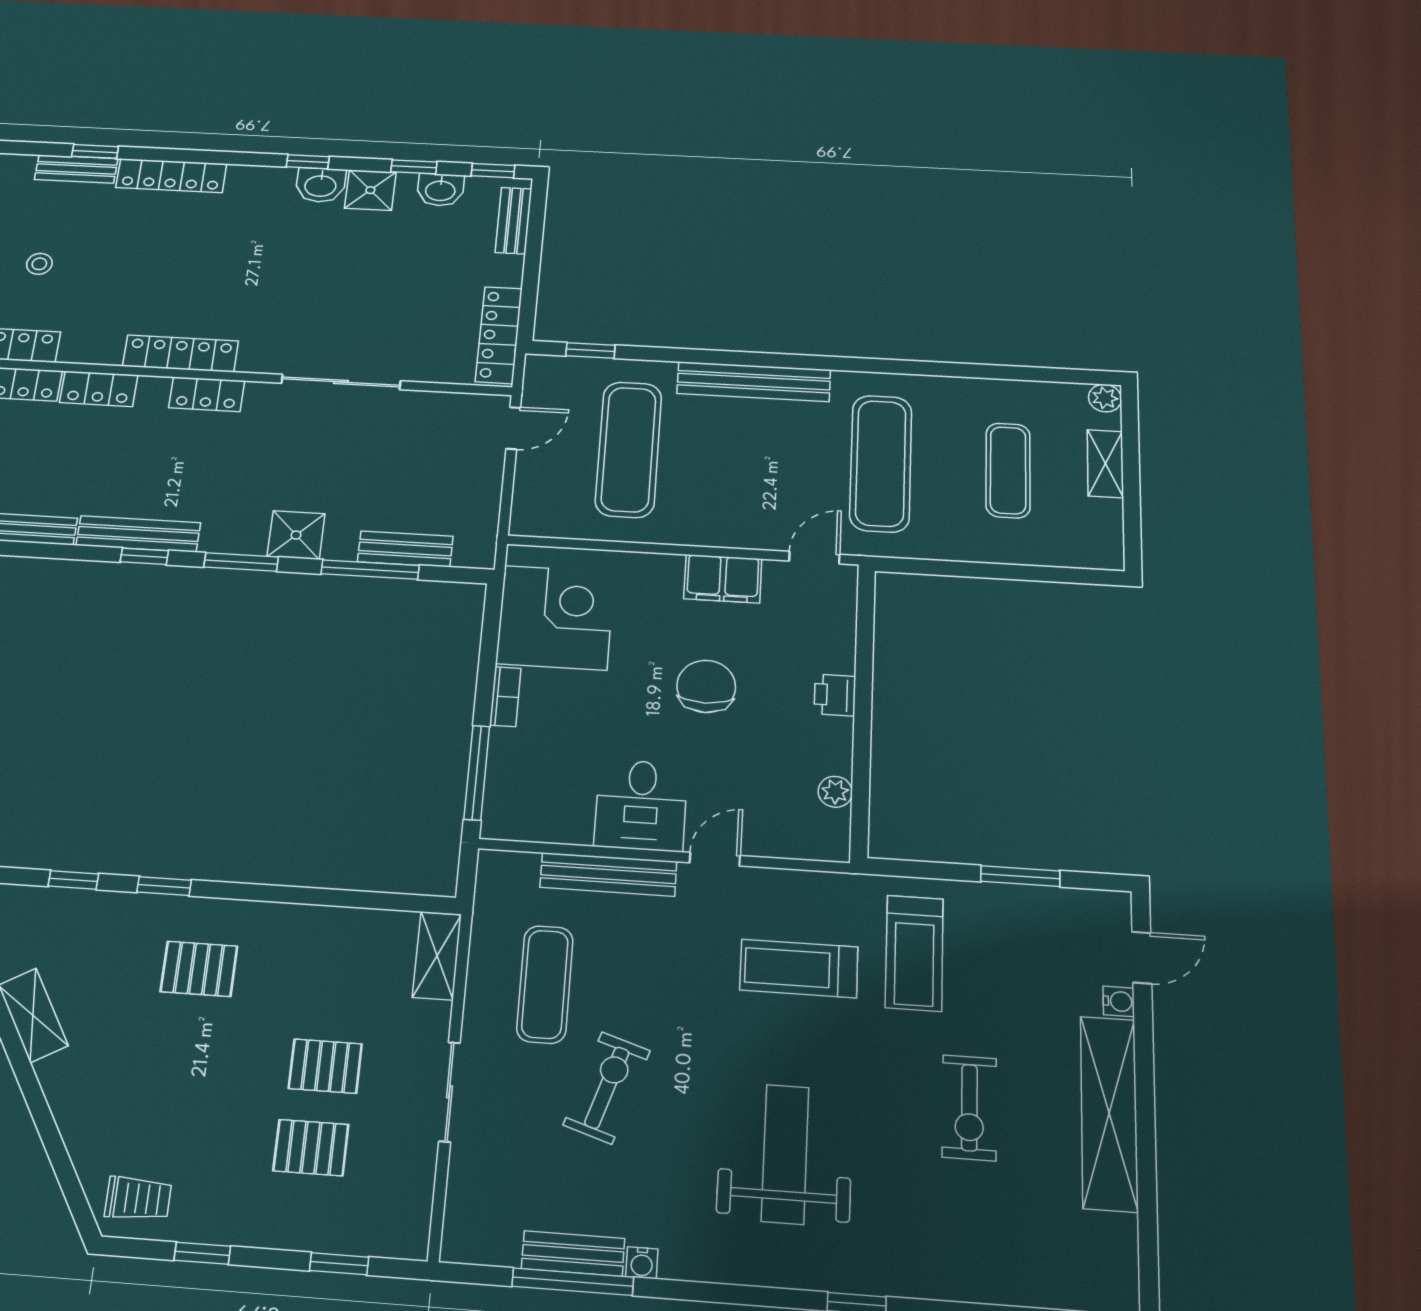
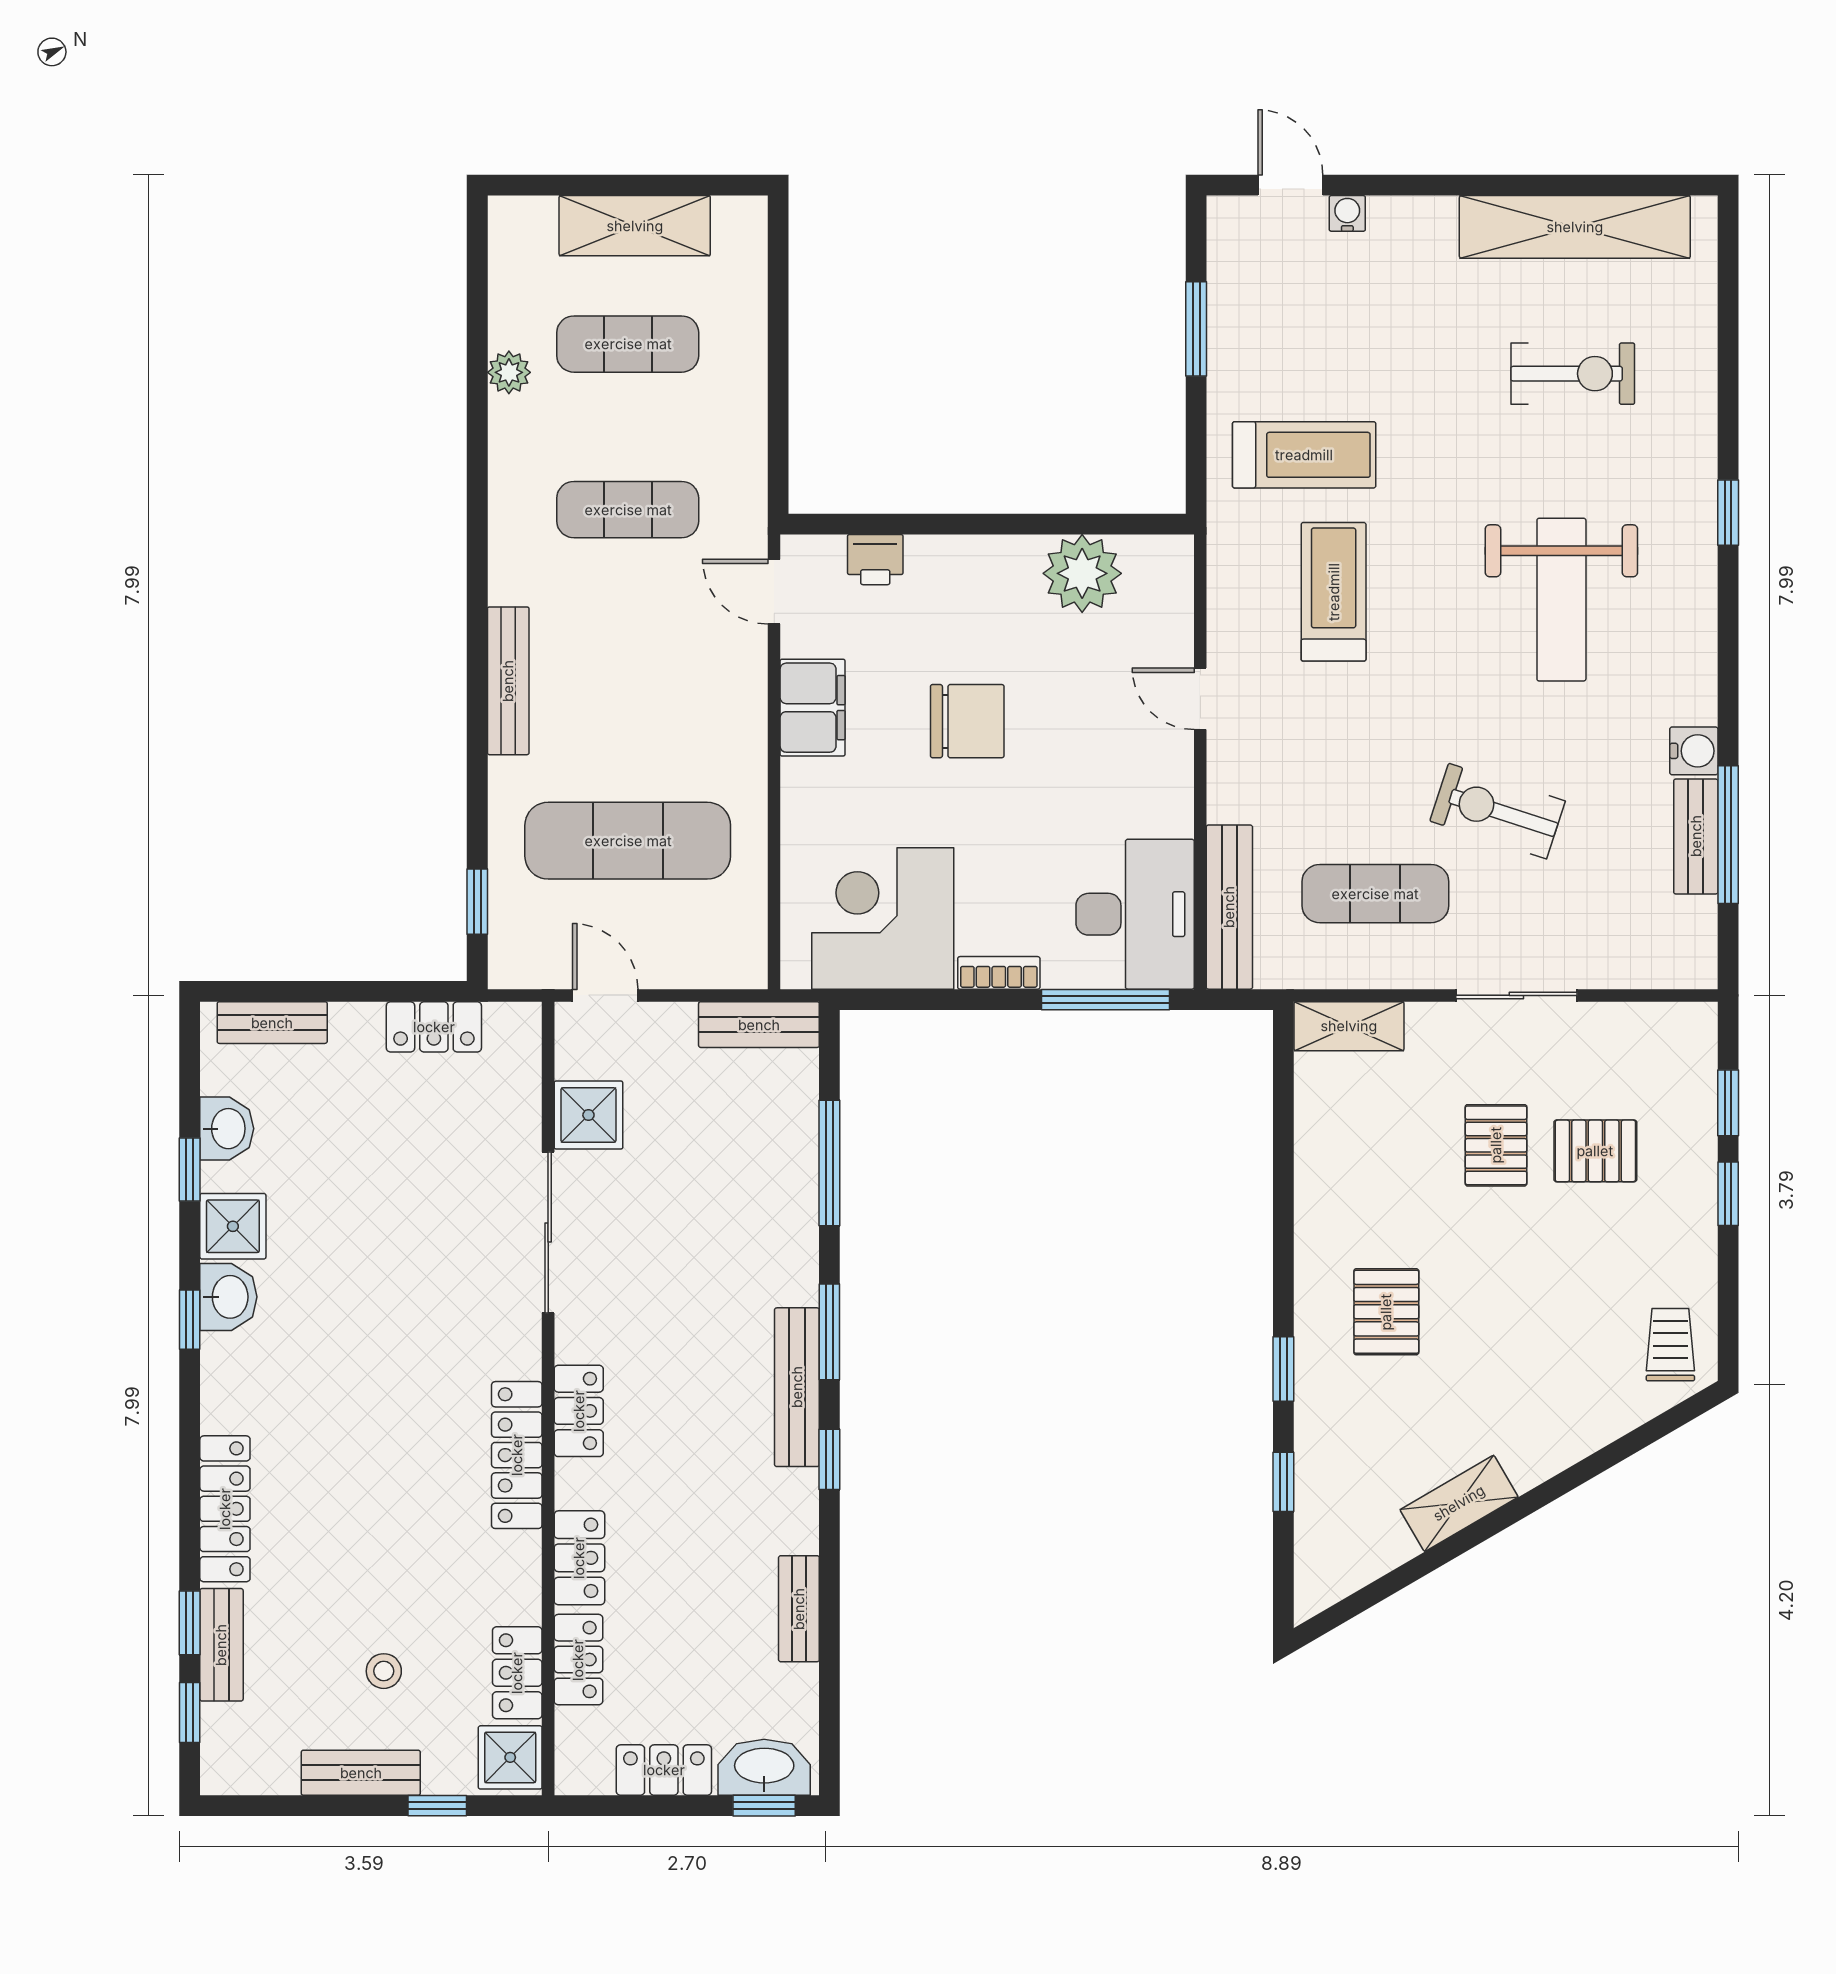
window: (493, 171) -> (190, 1713), moved
locker: (499, 335) -> (434, 1027), width x0.66
bench: (754, 382) -> (508, 681), width x0.73, depth x0.82
plant: (1105, 398) -> (509, 372), moved
exercise mat: (881, 463) -> (628, 510), width x0.73, depth x0.69
shelving: (1105, 464) -> (635, 226), width x1.50, depth x1.33
bench: (138, 534) -> (797, 1387), moved
shower: (296, 535) -> (588, 1115), moved
bench: (405, 549) -> (759, 1025), moved, turned 90
chair: (706, 686) -> (967, 721), turned 180
printer: (835, 695) -> (875, 560), moved
plant: (835, 792) -> (1082, 573), width x1.87, depth x1.87
desk: (641, 805) -> (1135, 914), moved, width x1.37
bench: (608, 874) -> (1229, 907), moved
treadmill: (799, 968) -> (1334, 592), turned 180
exercise bike: (969, 1108) -> (1573, 374), moved
shelving: (1109, 1113) -> (1575, 227), moved
pallet: (311, 1148) -> (1595, 1151), turned 90
weight bench: (785, 1154) -> (1561, 600), turned -90
window: (202, 1253) -> (1728, 1194), moved
water cooler: (642, 1263) -> (1694, 751), width x1.38, depth x1.38

